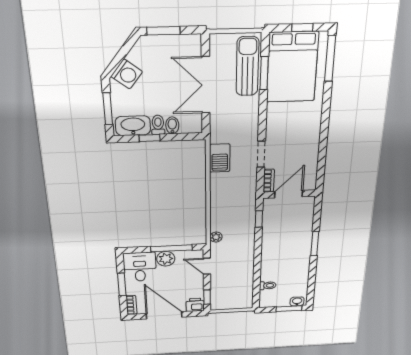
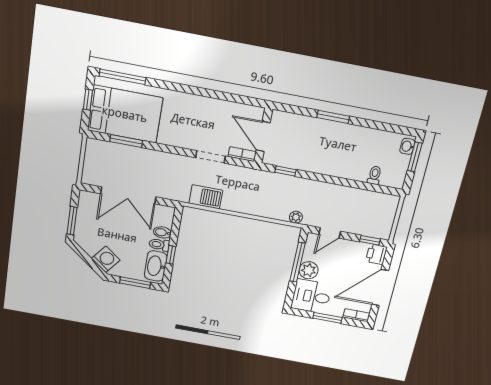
sun lounger: (247, 66) -> (117, 155), removed

